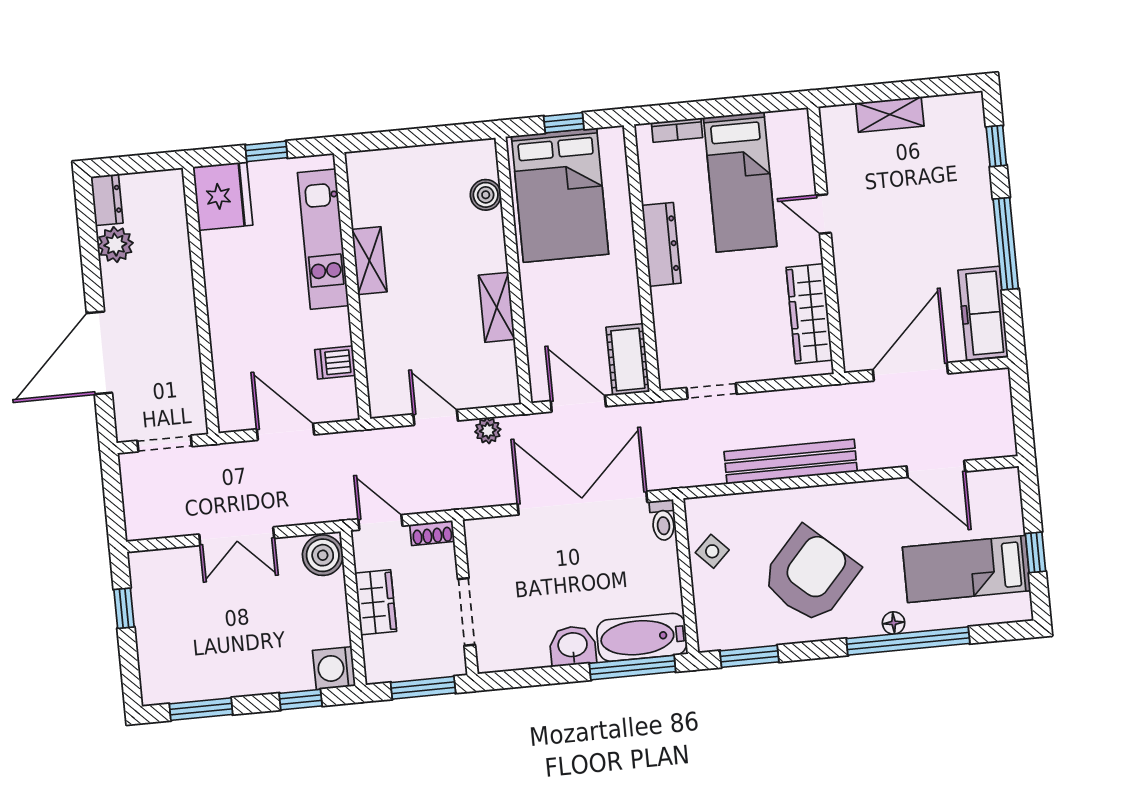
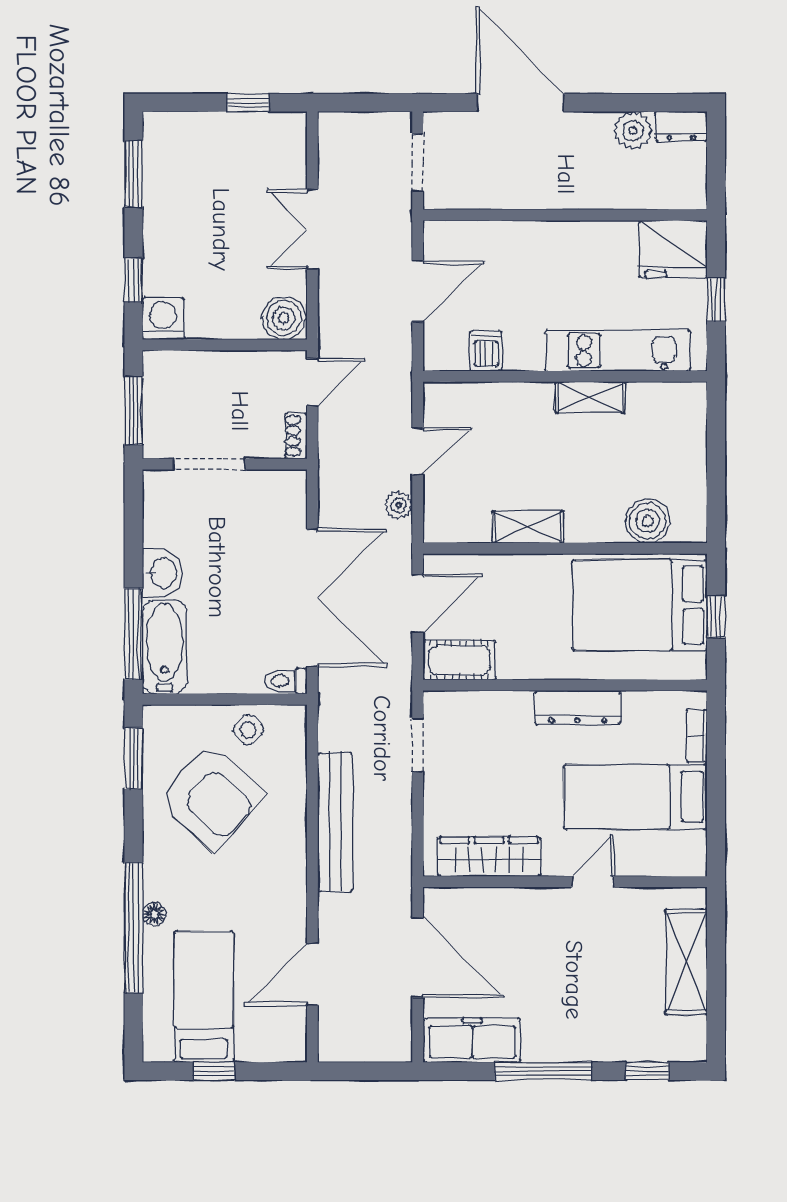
shelving: (890, 115) -> (686, 962), width x1.50, depth x1.33
boiler: (486, 195) -> (648, 521), width x1.36, depth x1.36
armchair: (810, 575) -> (211, 797), moved
wardrobe: (376, 602) -> (229, 369), removed

